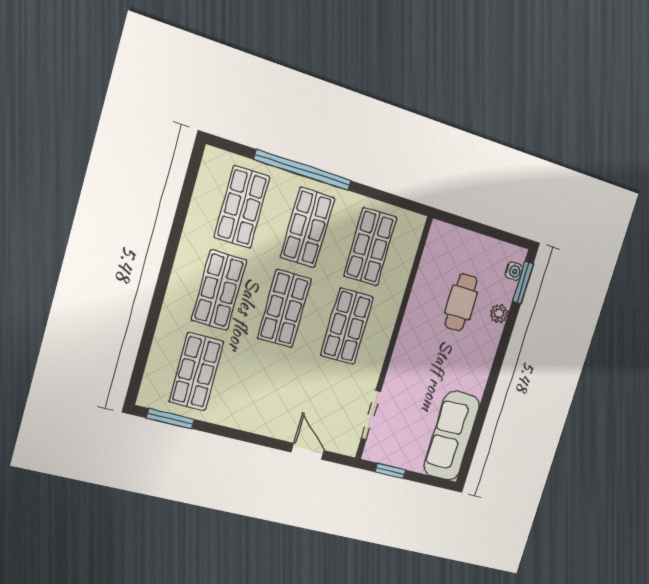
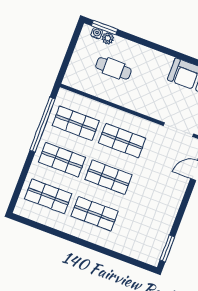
window: (303, 170) -> (42, 125), moved
plant: (499, 314) -> (108, 38), moved
shop shelf: (196, 372) -> (141, 231), removed

